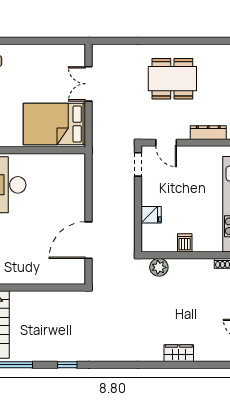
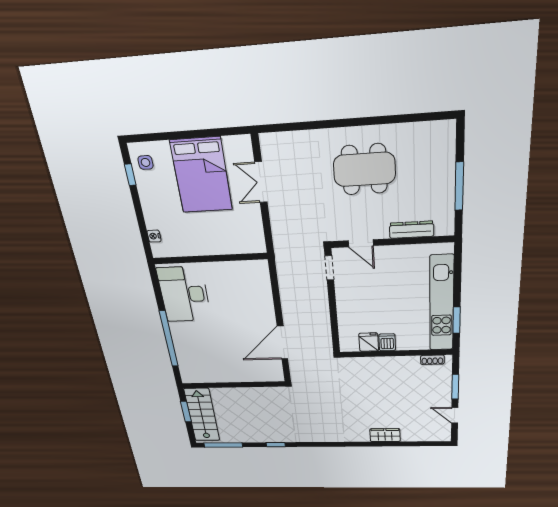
bed: (54, 124) -> (201, 175), moved, turned -90
fridge: (151, 215) -> (369, 342), moved, turned -90
plant: (159, 267) -> (360, 365), removed

